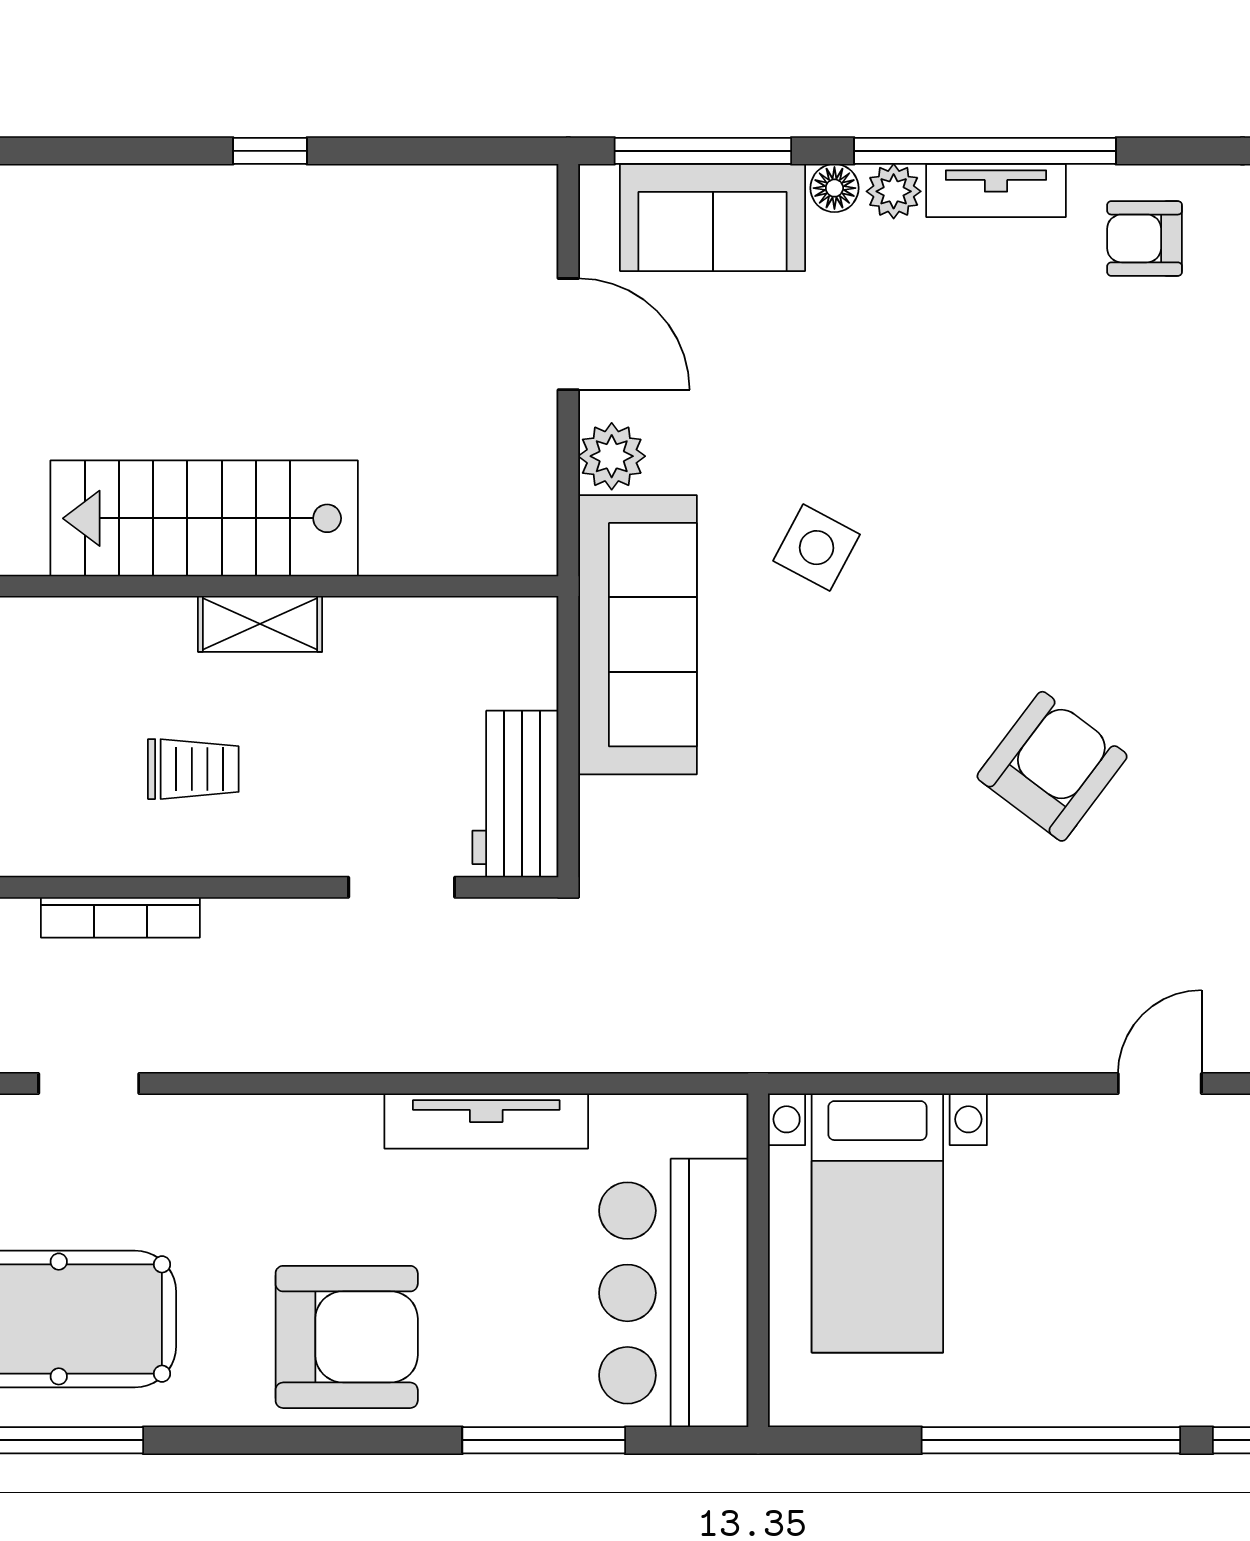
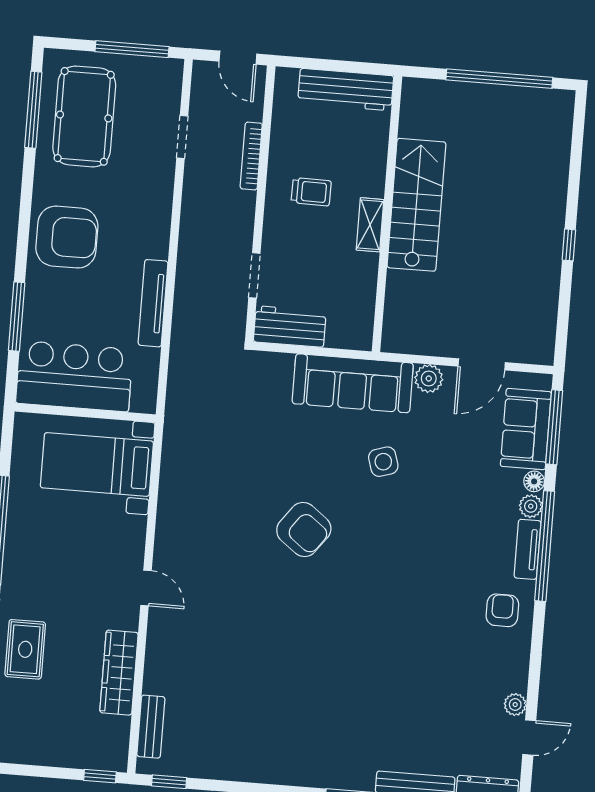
side table: (817, 548) -> (383, 462), turned 45
armchair: (1052, 766) -> (304, 530), moved
trolley: (193, 769) -> (311, 192), turned -89
armchair: (347, 1337) -> (67, 237), turned -90

